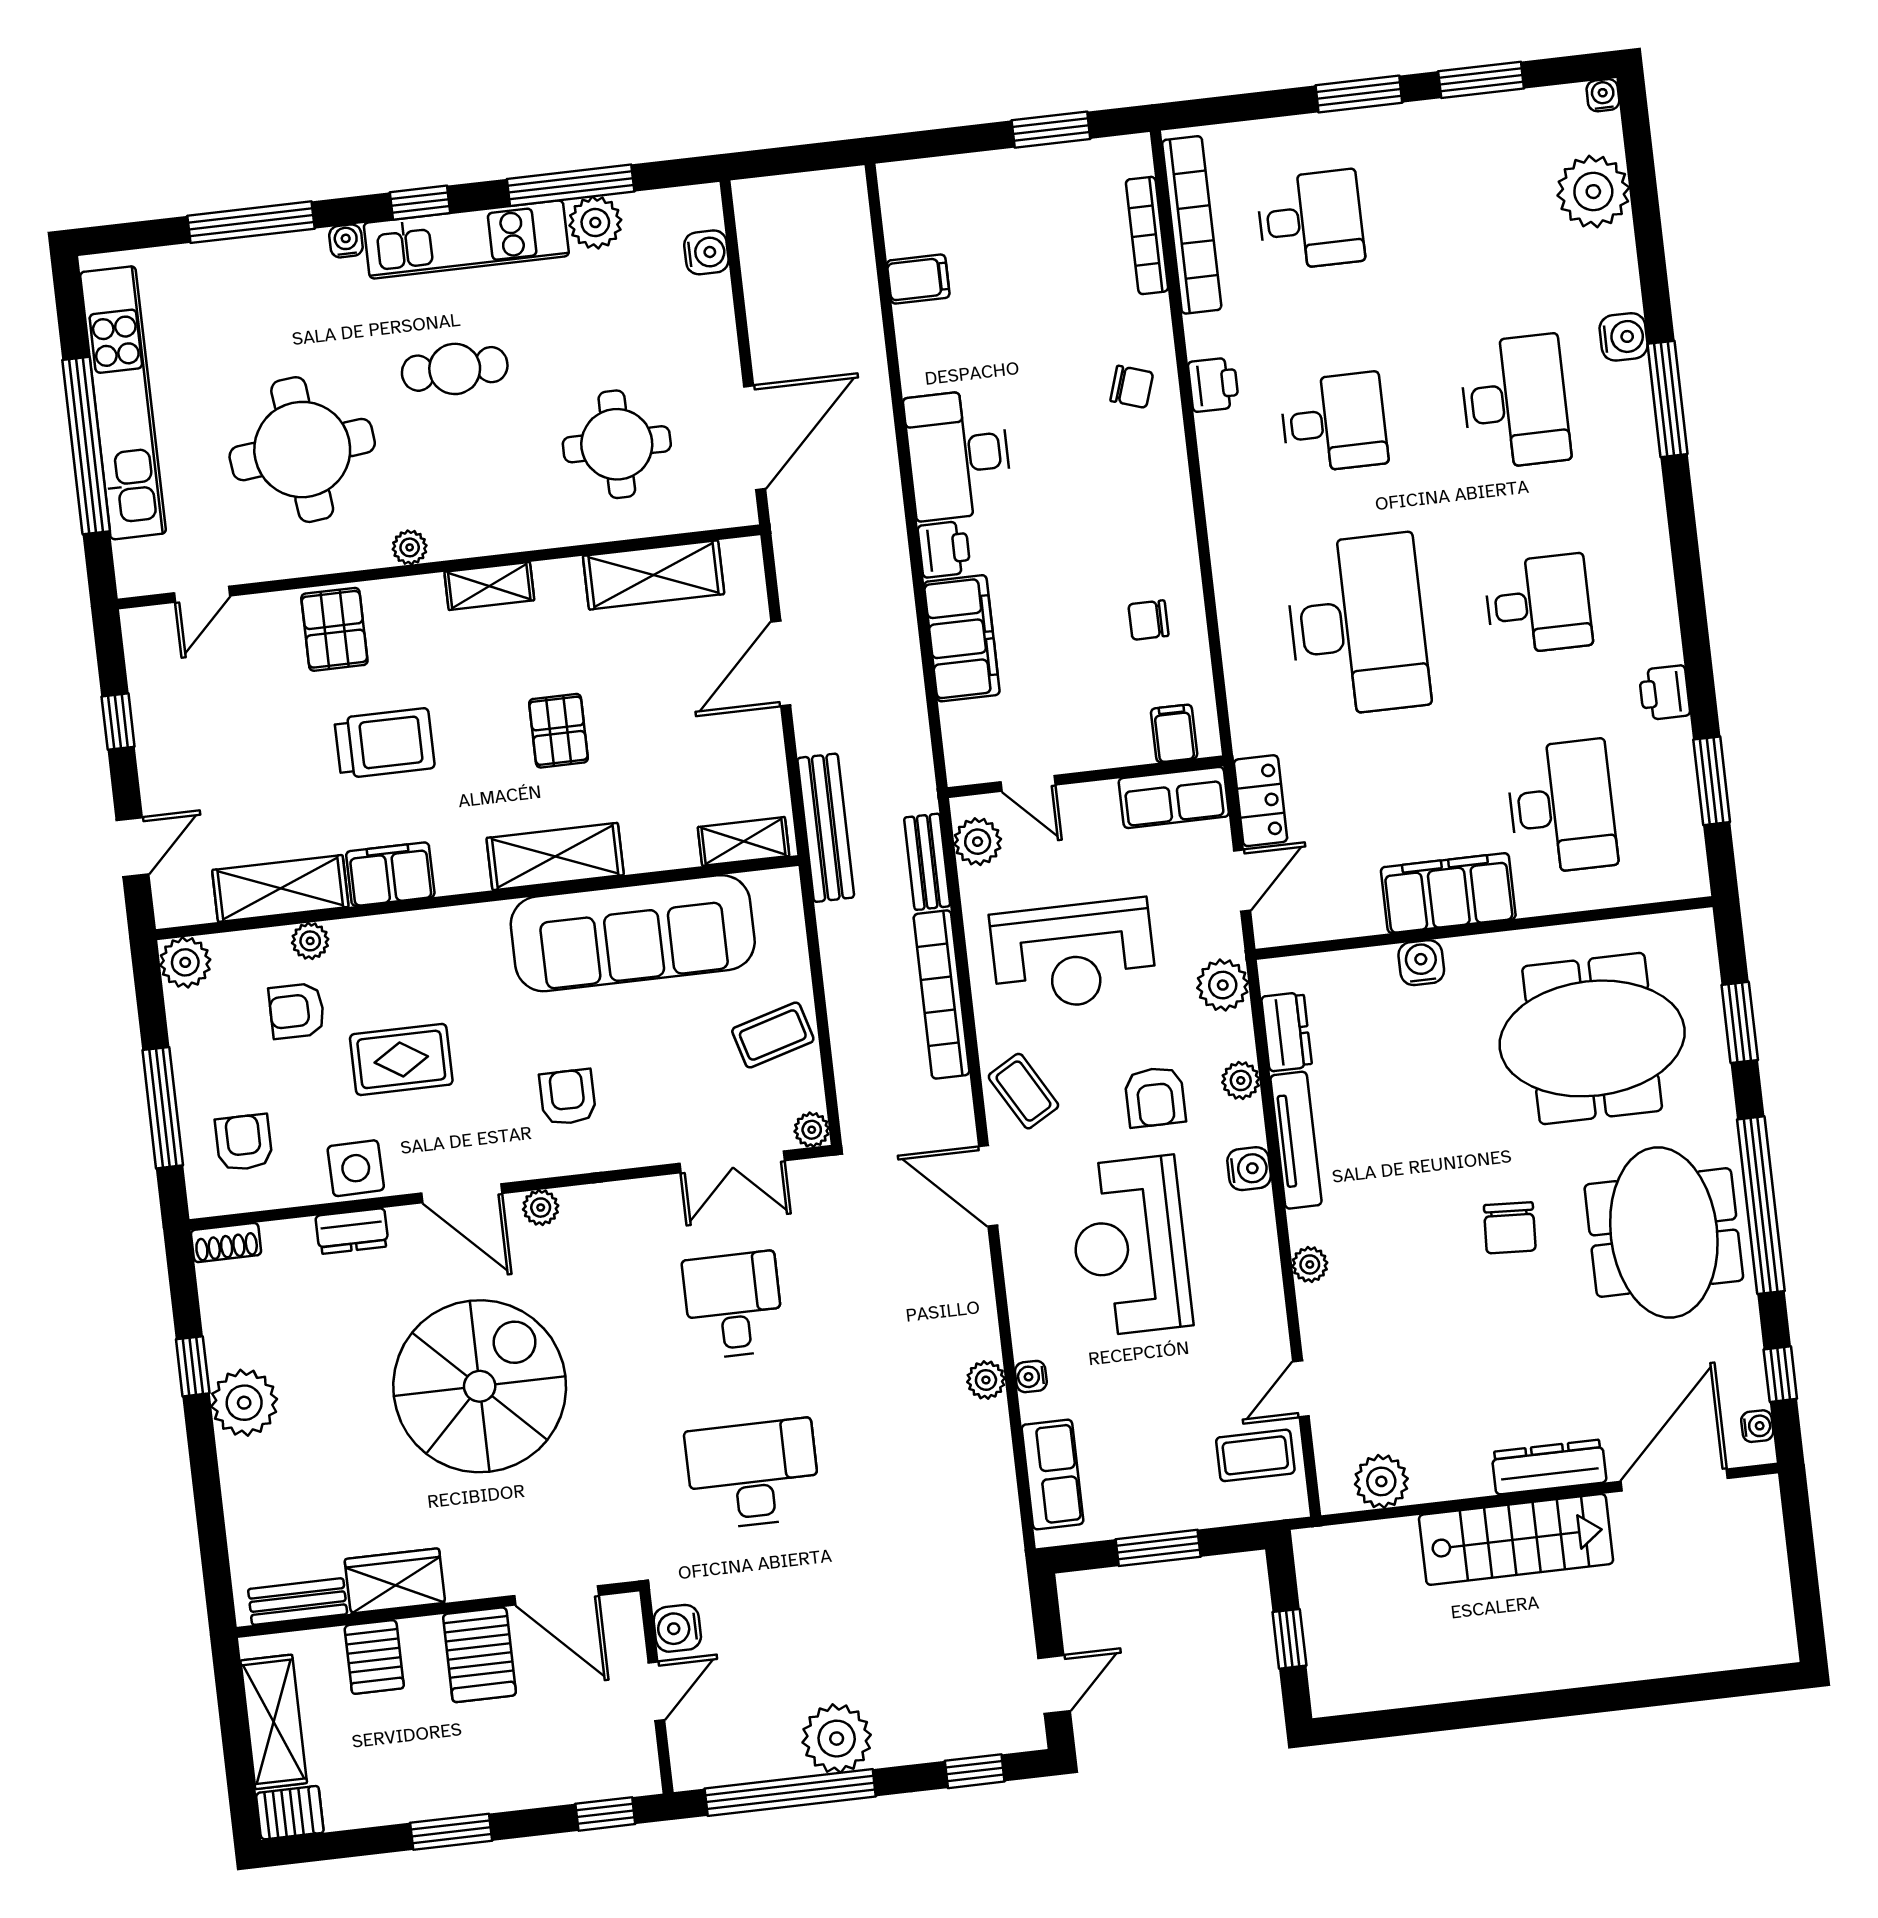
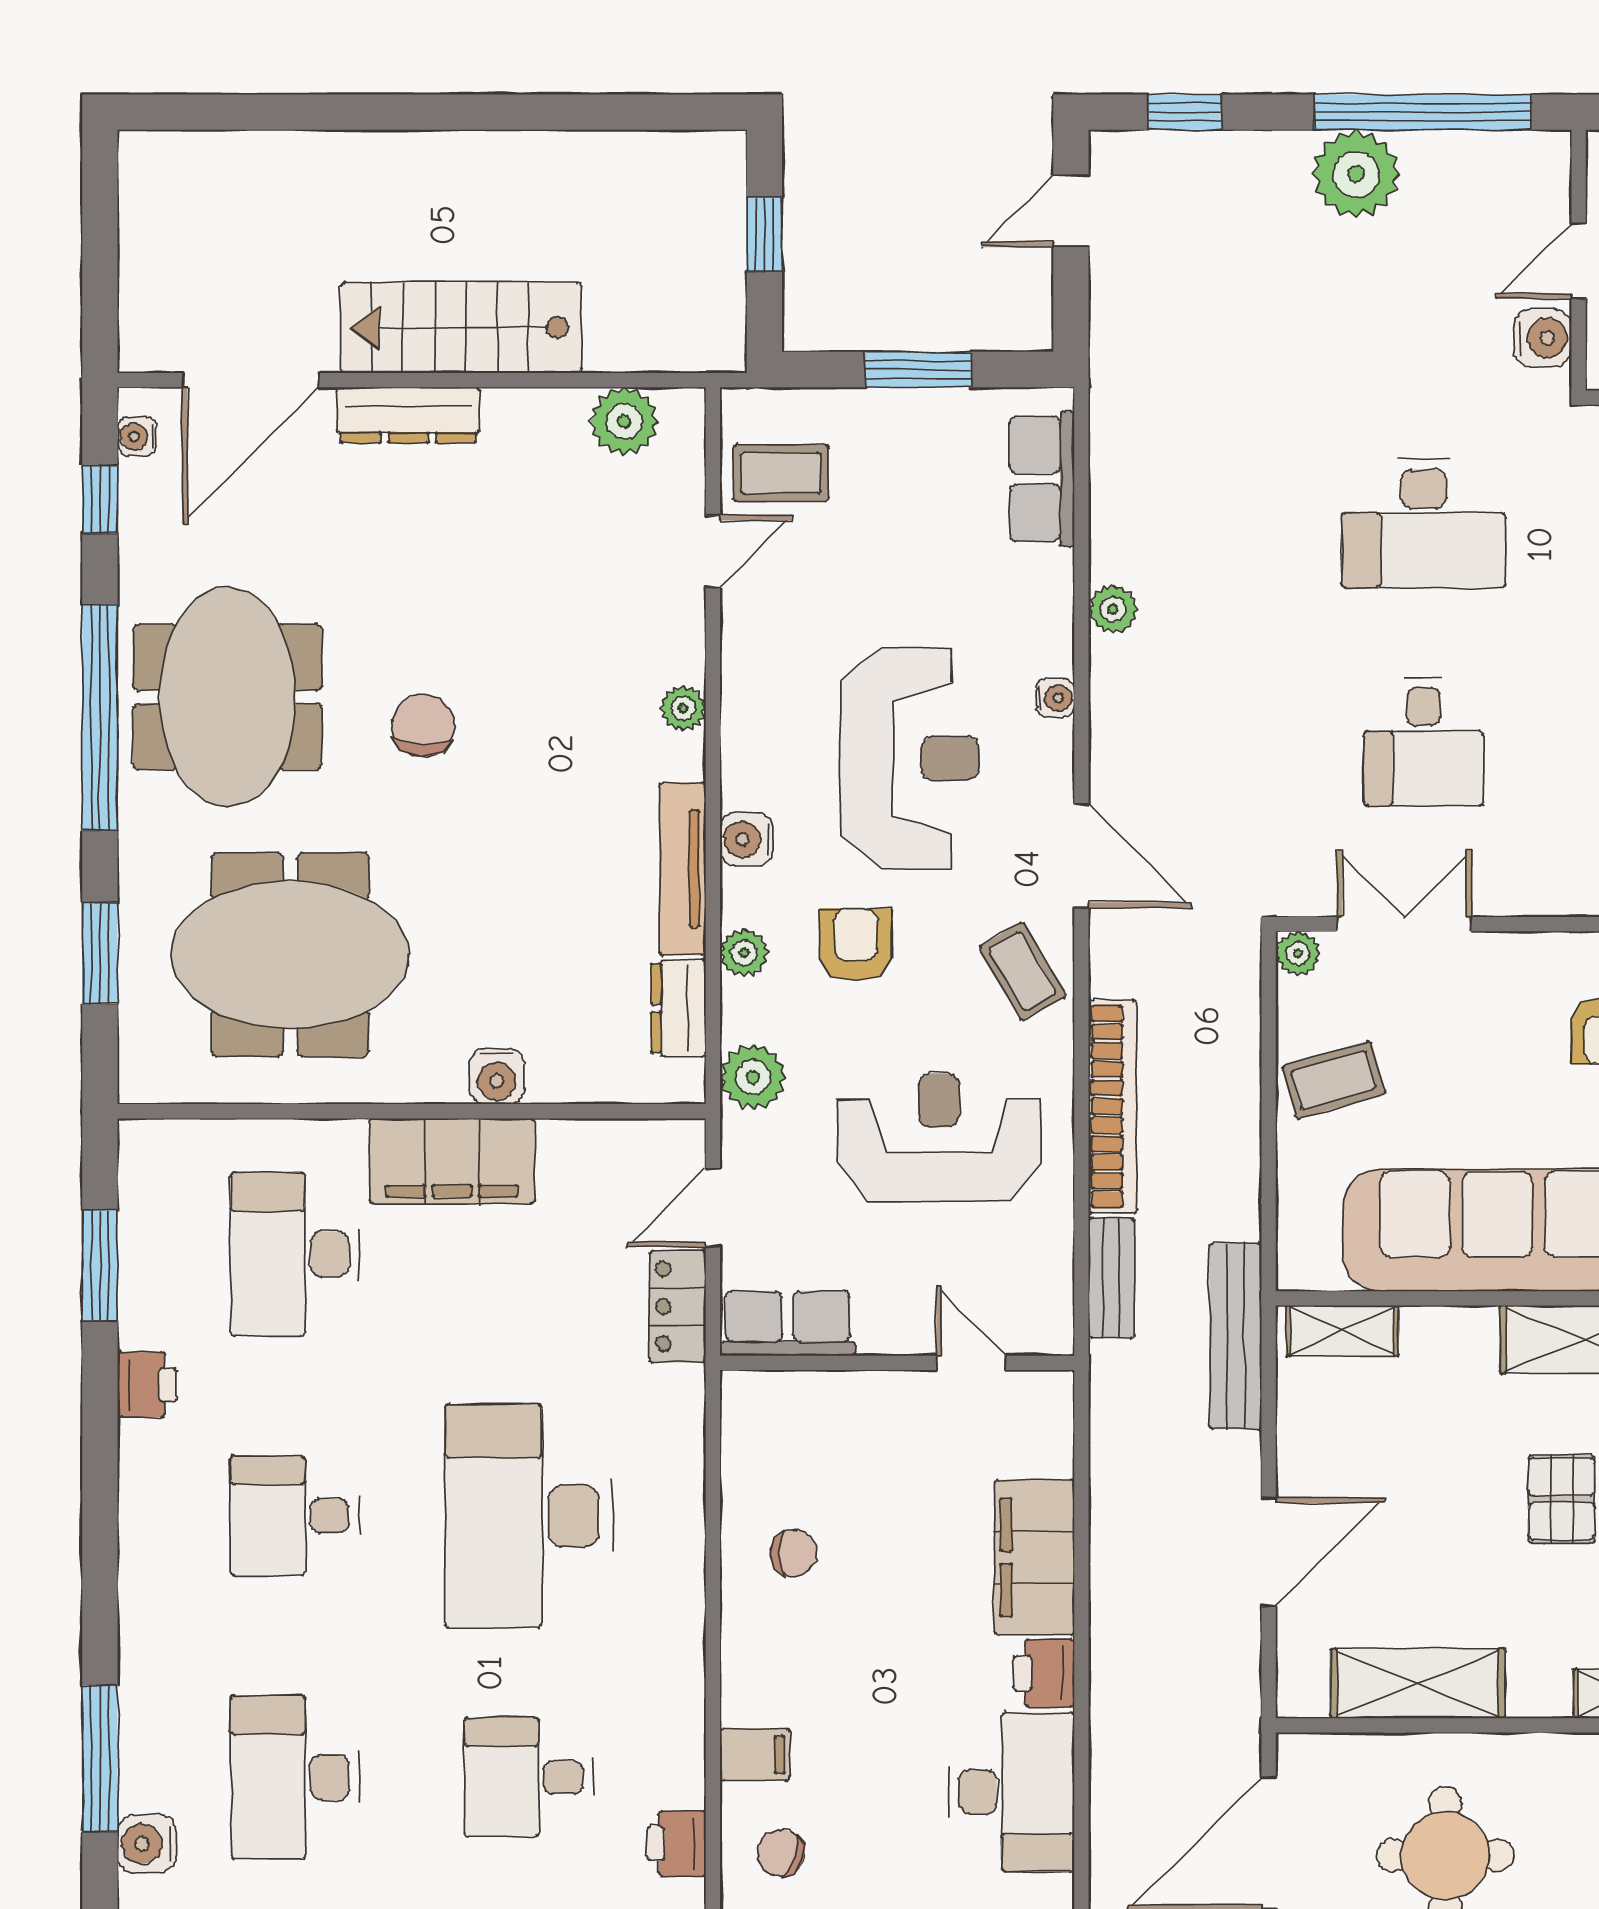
filing cabinet: (1174, 733) -> (755, 1755), moved, turned -90
plant: (978, 842) -> (1044, 1296), removed
water cooler: (1031, 1377) -> (1055, 698), moved

